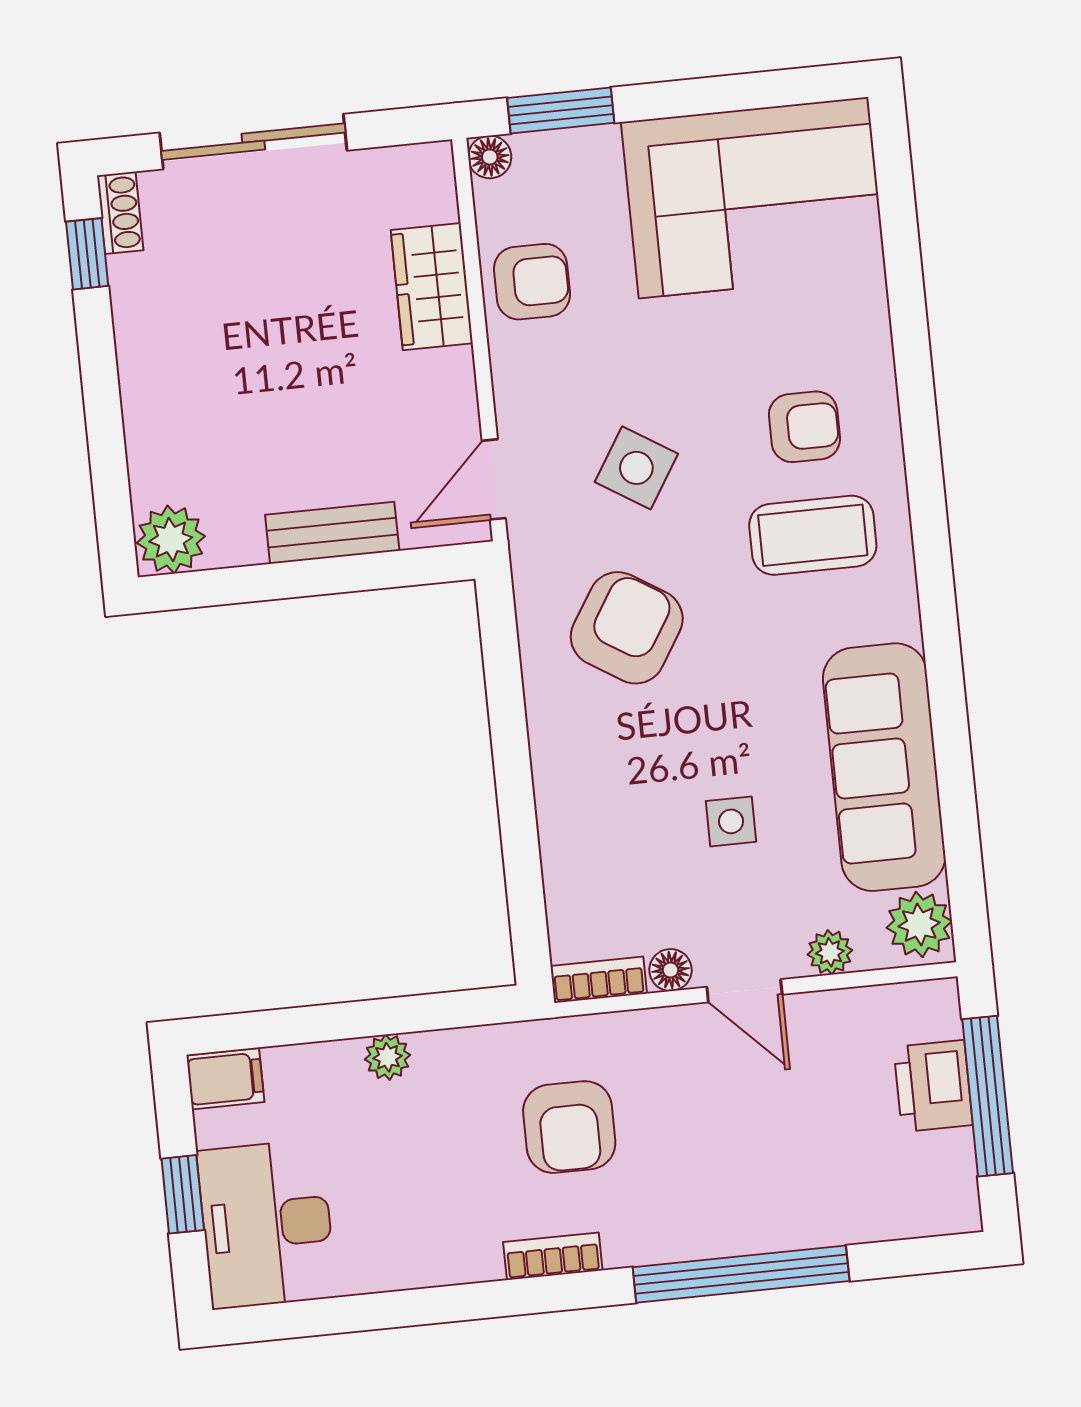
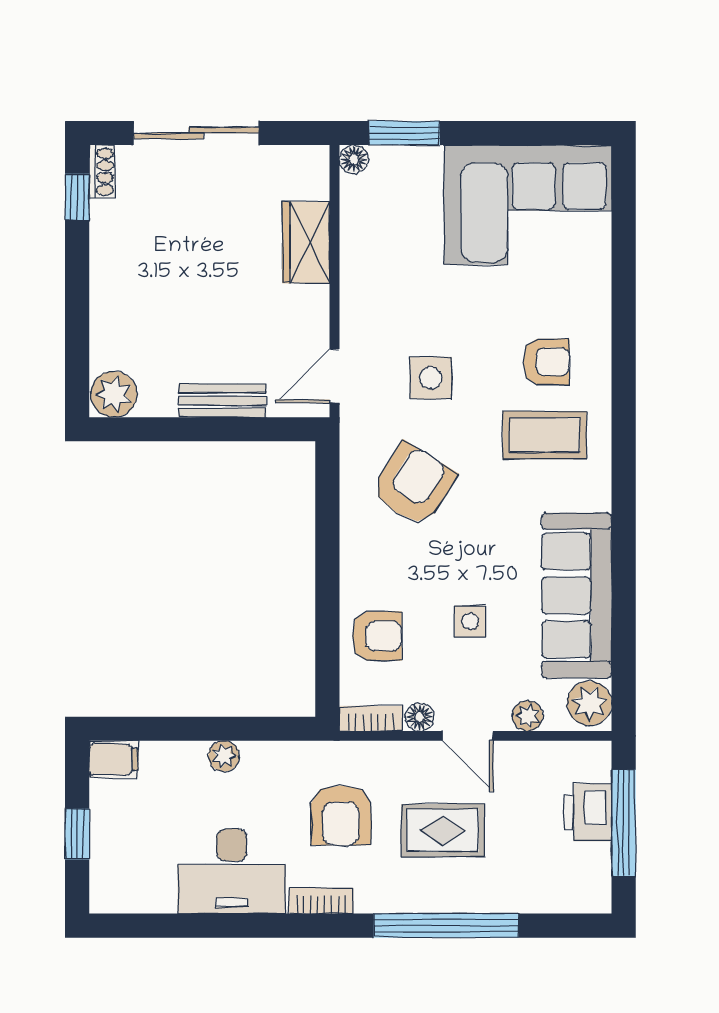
armchair: (532, 282) -> (377, 636), moved
side table: (636, 468) -> (431, 378), turned -32
rug: (722, 1134) -> (443, 830), added
desk: (267, 1224) -> (232, 871), moved, turned -90

